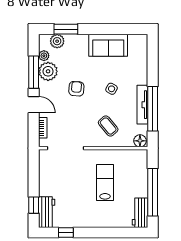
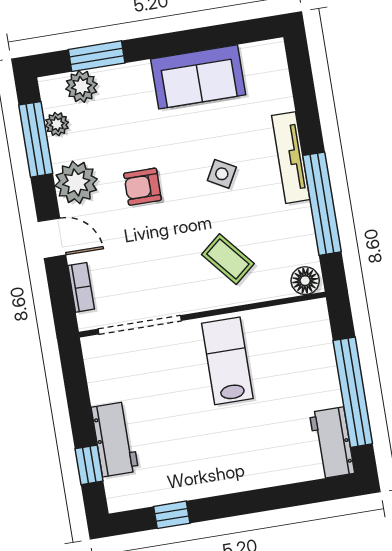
plant: (48, 71) -> (76, 182), moved
window: (34, 72) -> (36, 139), moved
armchair: (76, 89) -> (142, 187), turned -94
tv unit: (142, 105) -> (291, 158), moved
lab bench: (105, 183) -> (227, 361), moved
workbench: (47, 212) -> (115, 439), moved

